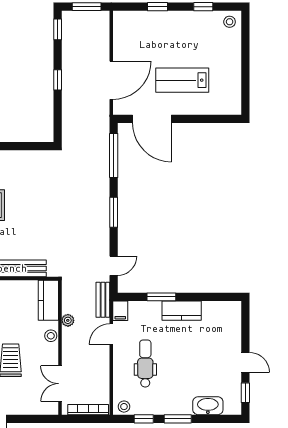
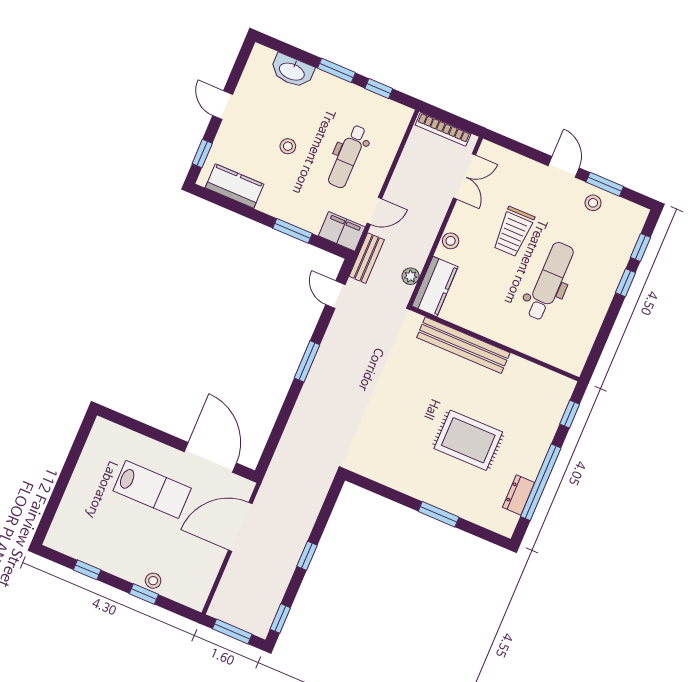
stool: (230, 22) -> (153, 581), moved
window: (114, 156) -> (277, 432), removed
door: (114, 266) -> (335, 295), hinge flipped
filing cabinet: (120, 311) -> (342, 231), width x2.00
kitchen counter: (182, 311) -> (234, 186), moved
plant: (68, 320) -> (411, 276), moved
window: (245, 393) -> (202, 153), moved
stool: (124, 407) -> (288, 146), moved

